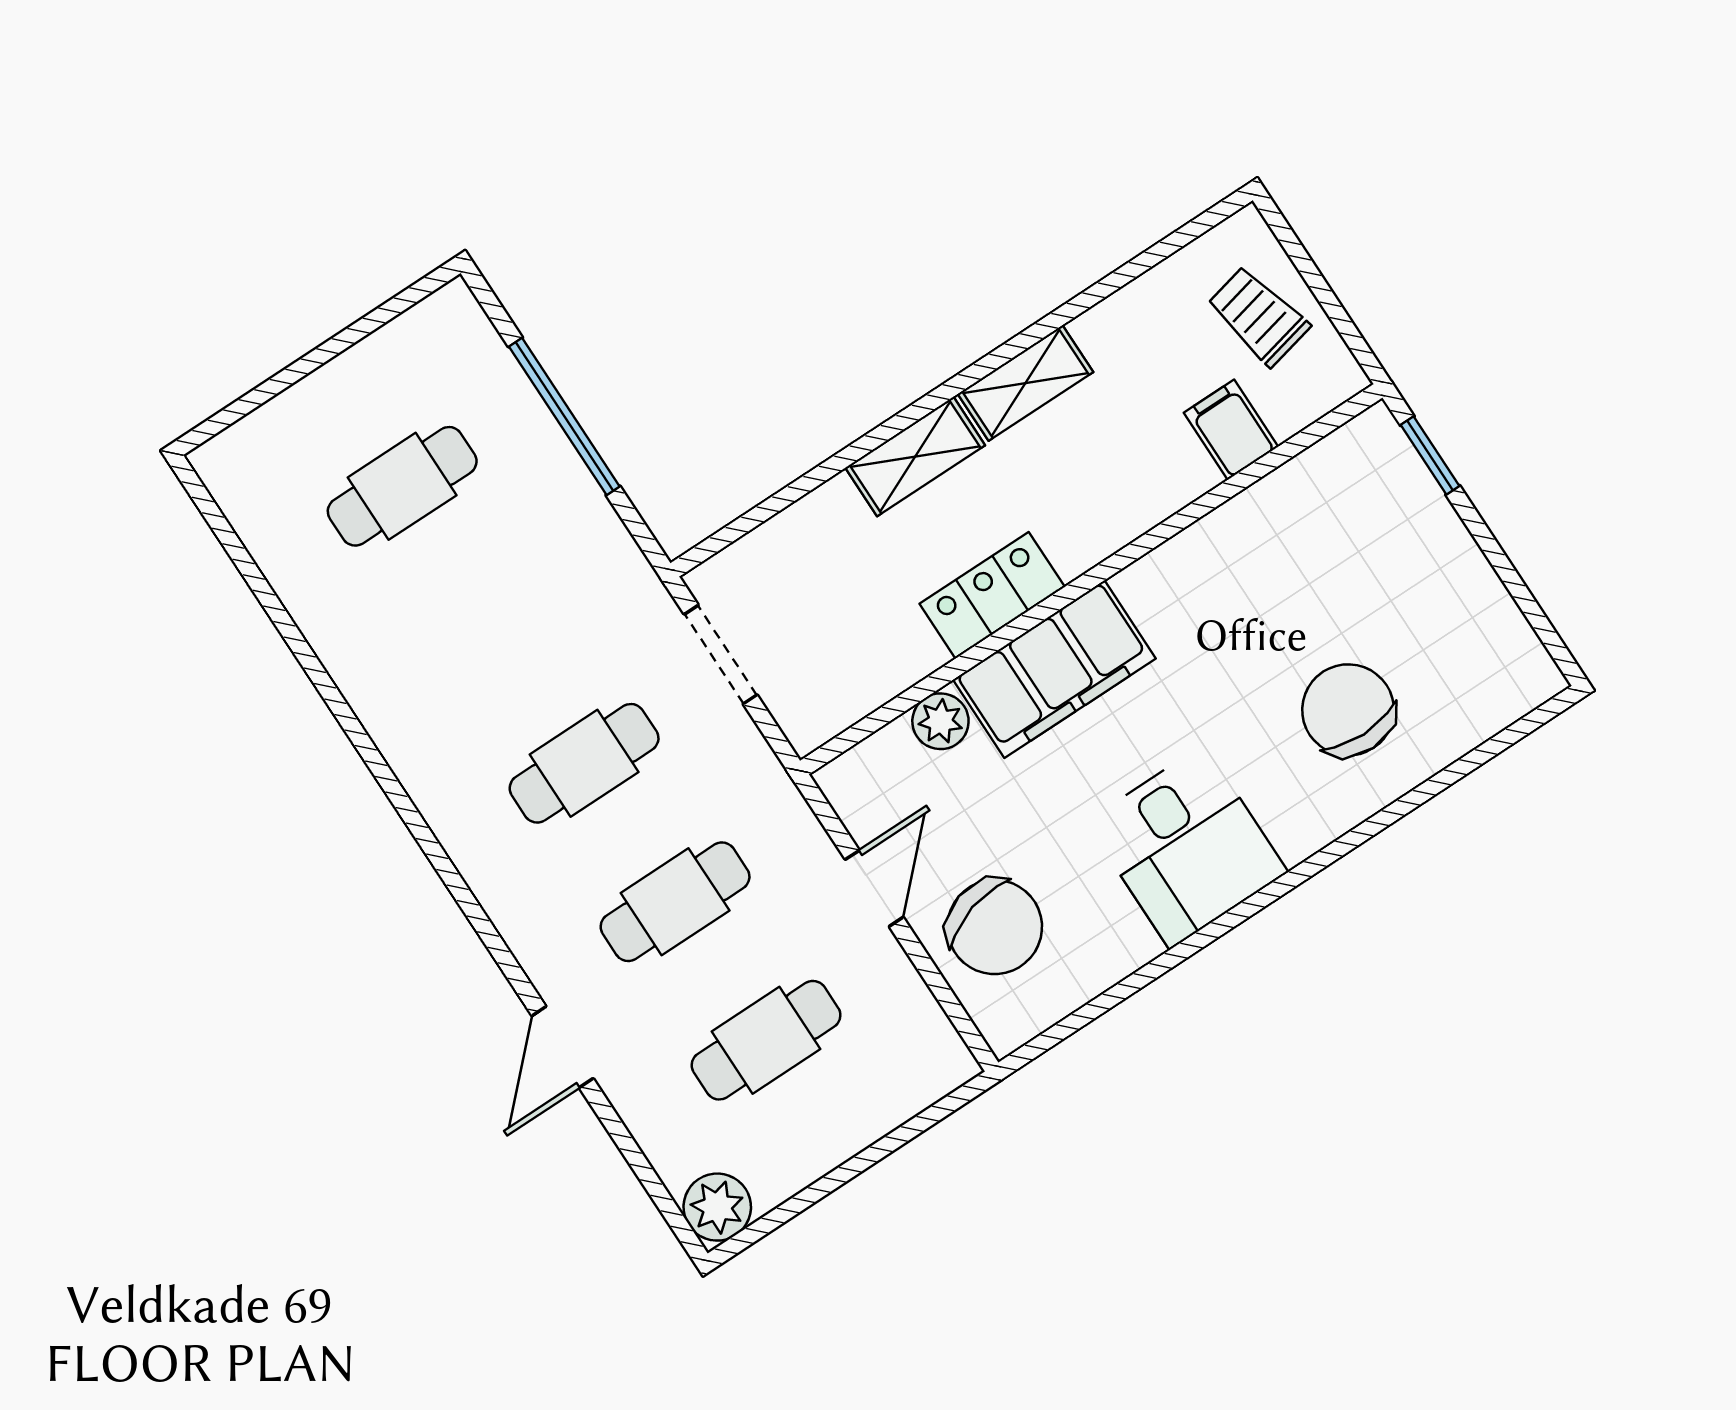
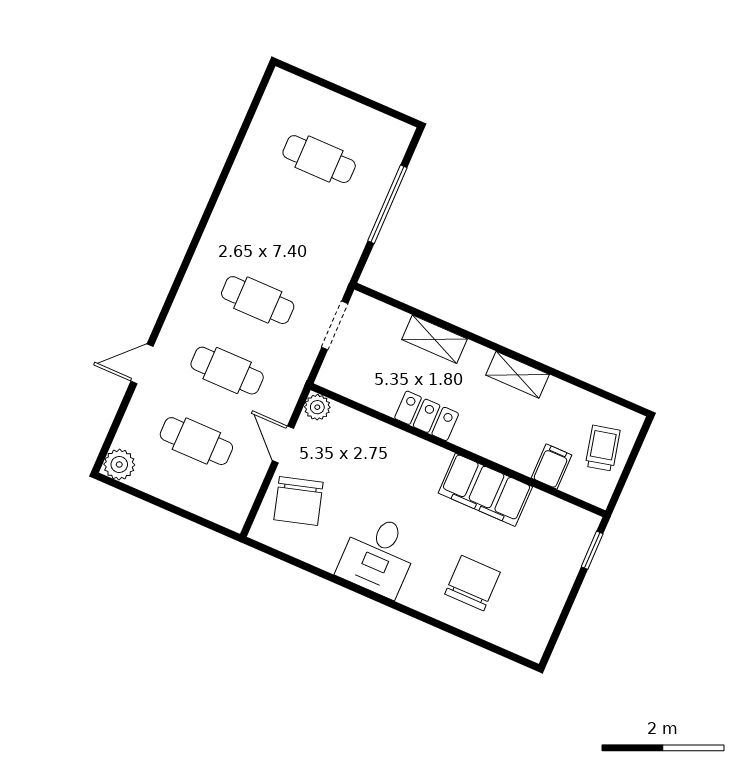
shelving: (915, 457) -> (434, 339), moved
filing cabinet: (1054, 669) -> (485, 490), moved
plant: (940, 721) -> (317, 407), moved
door: (874, 888) -> (283, 444), swing flipped

